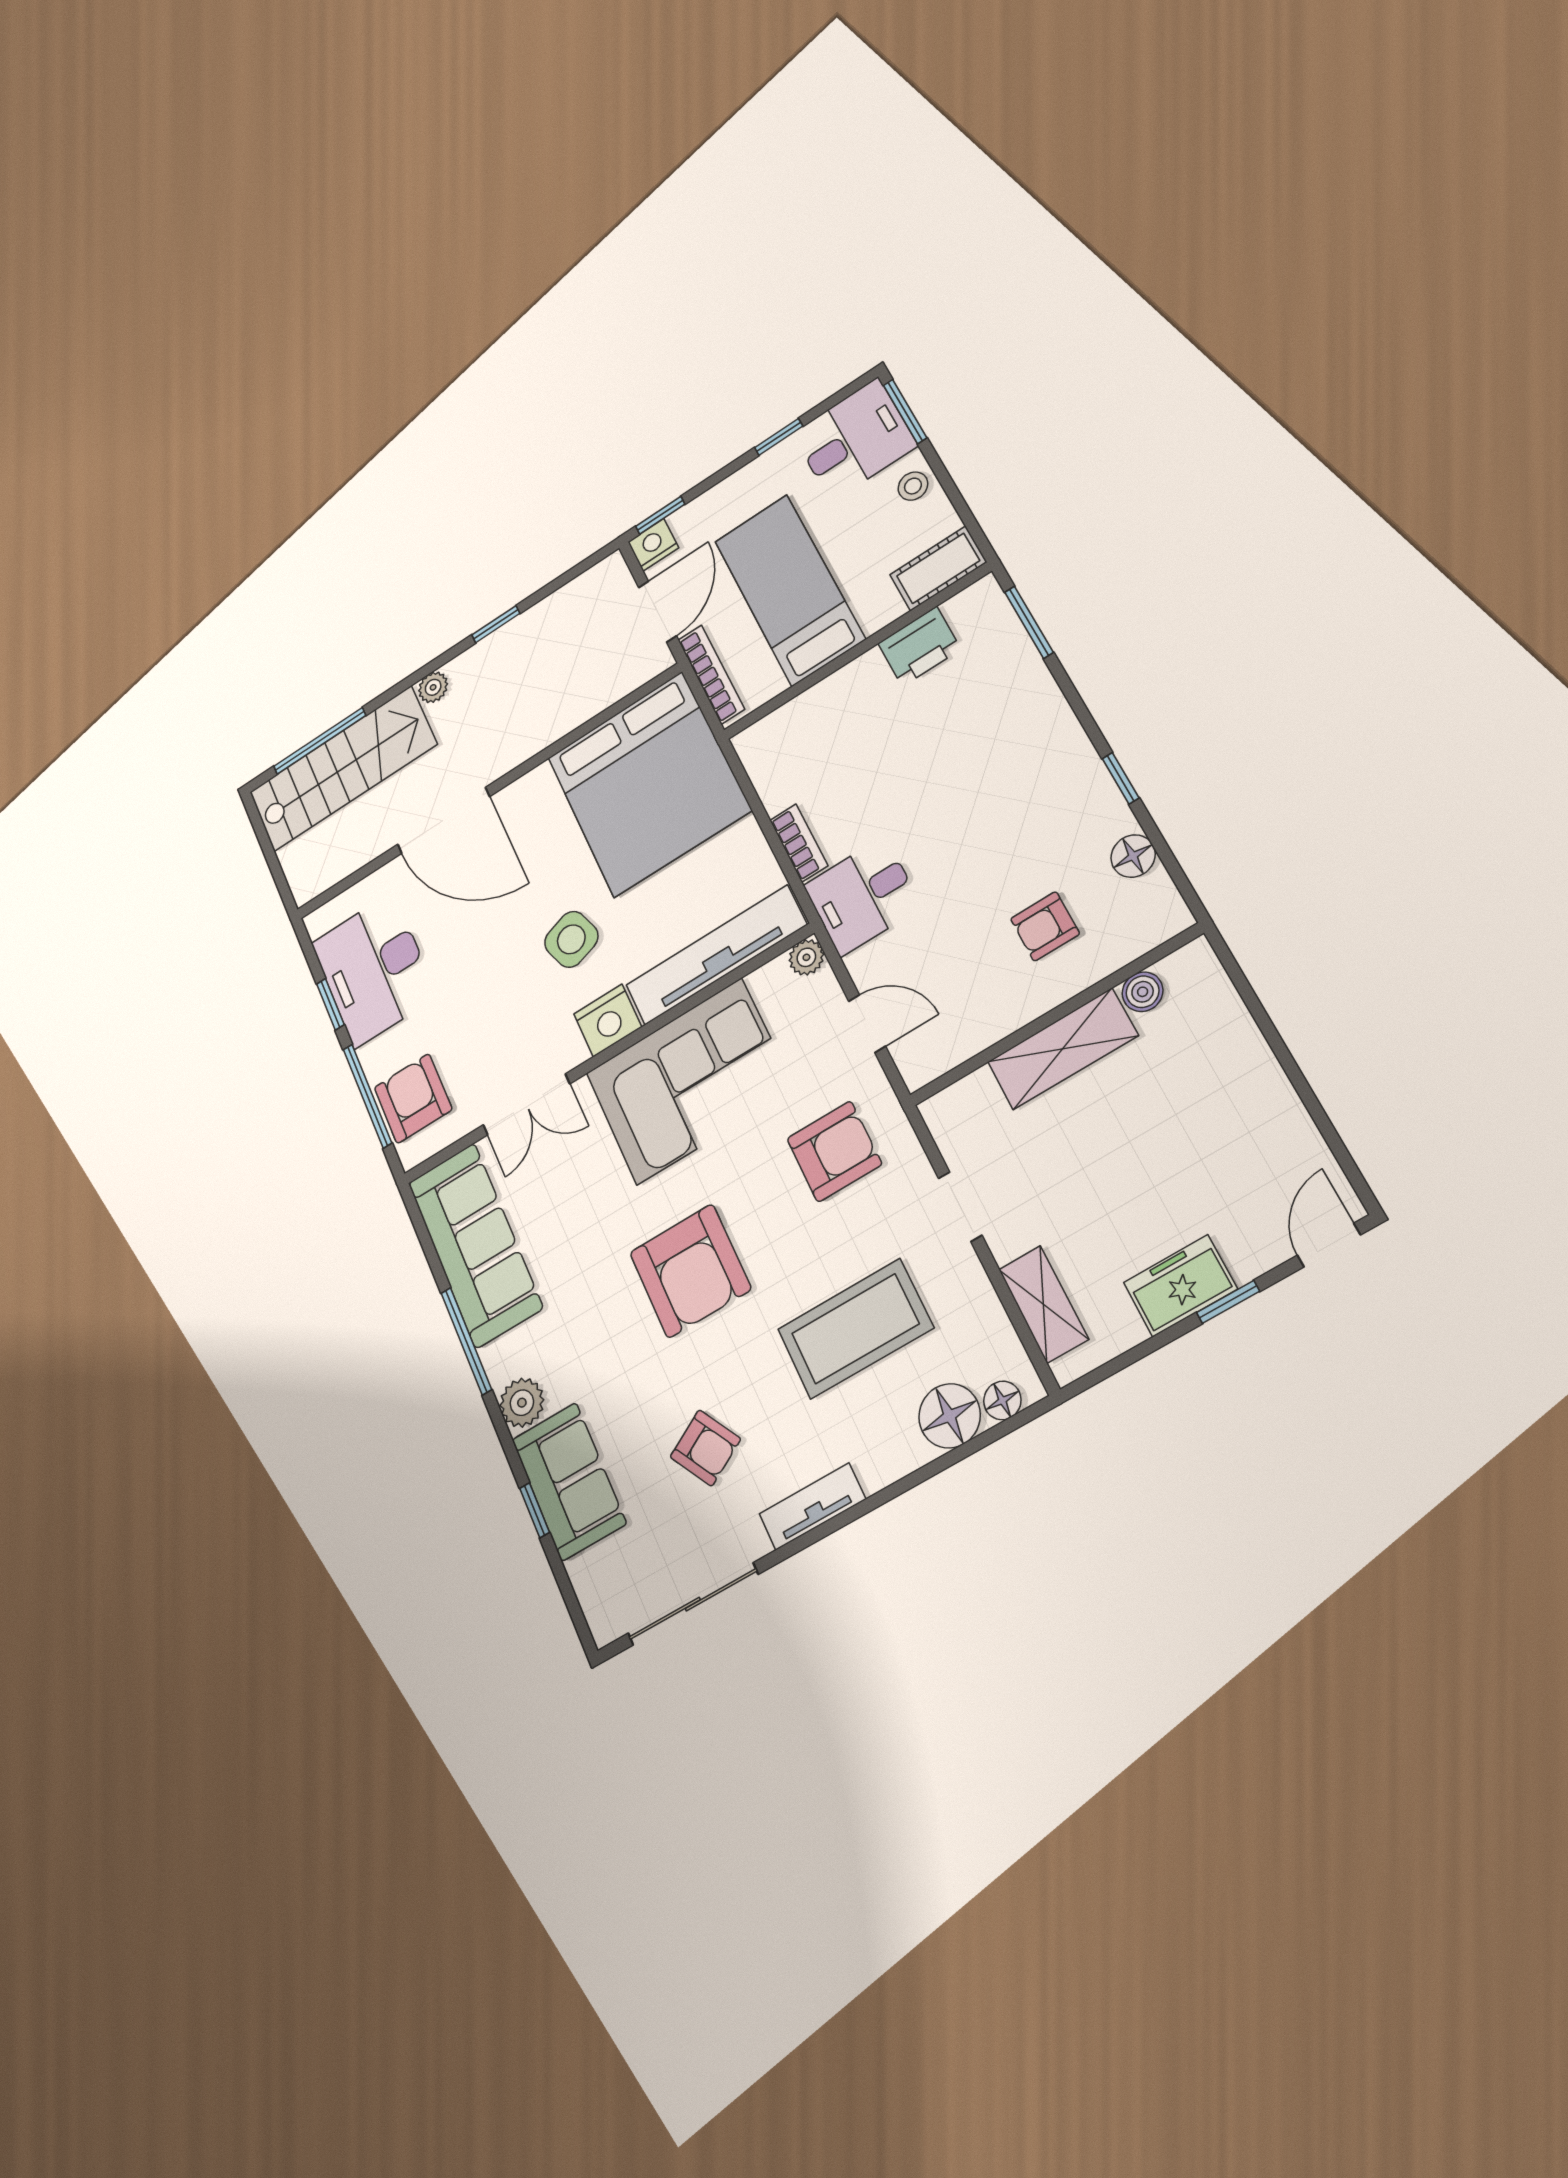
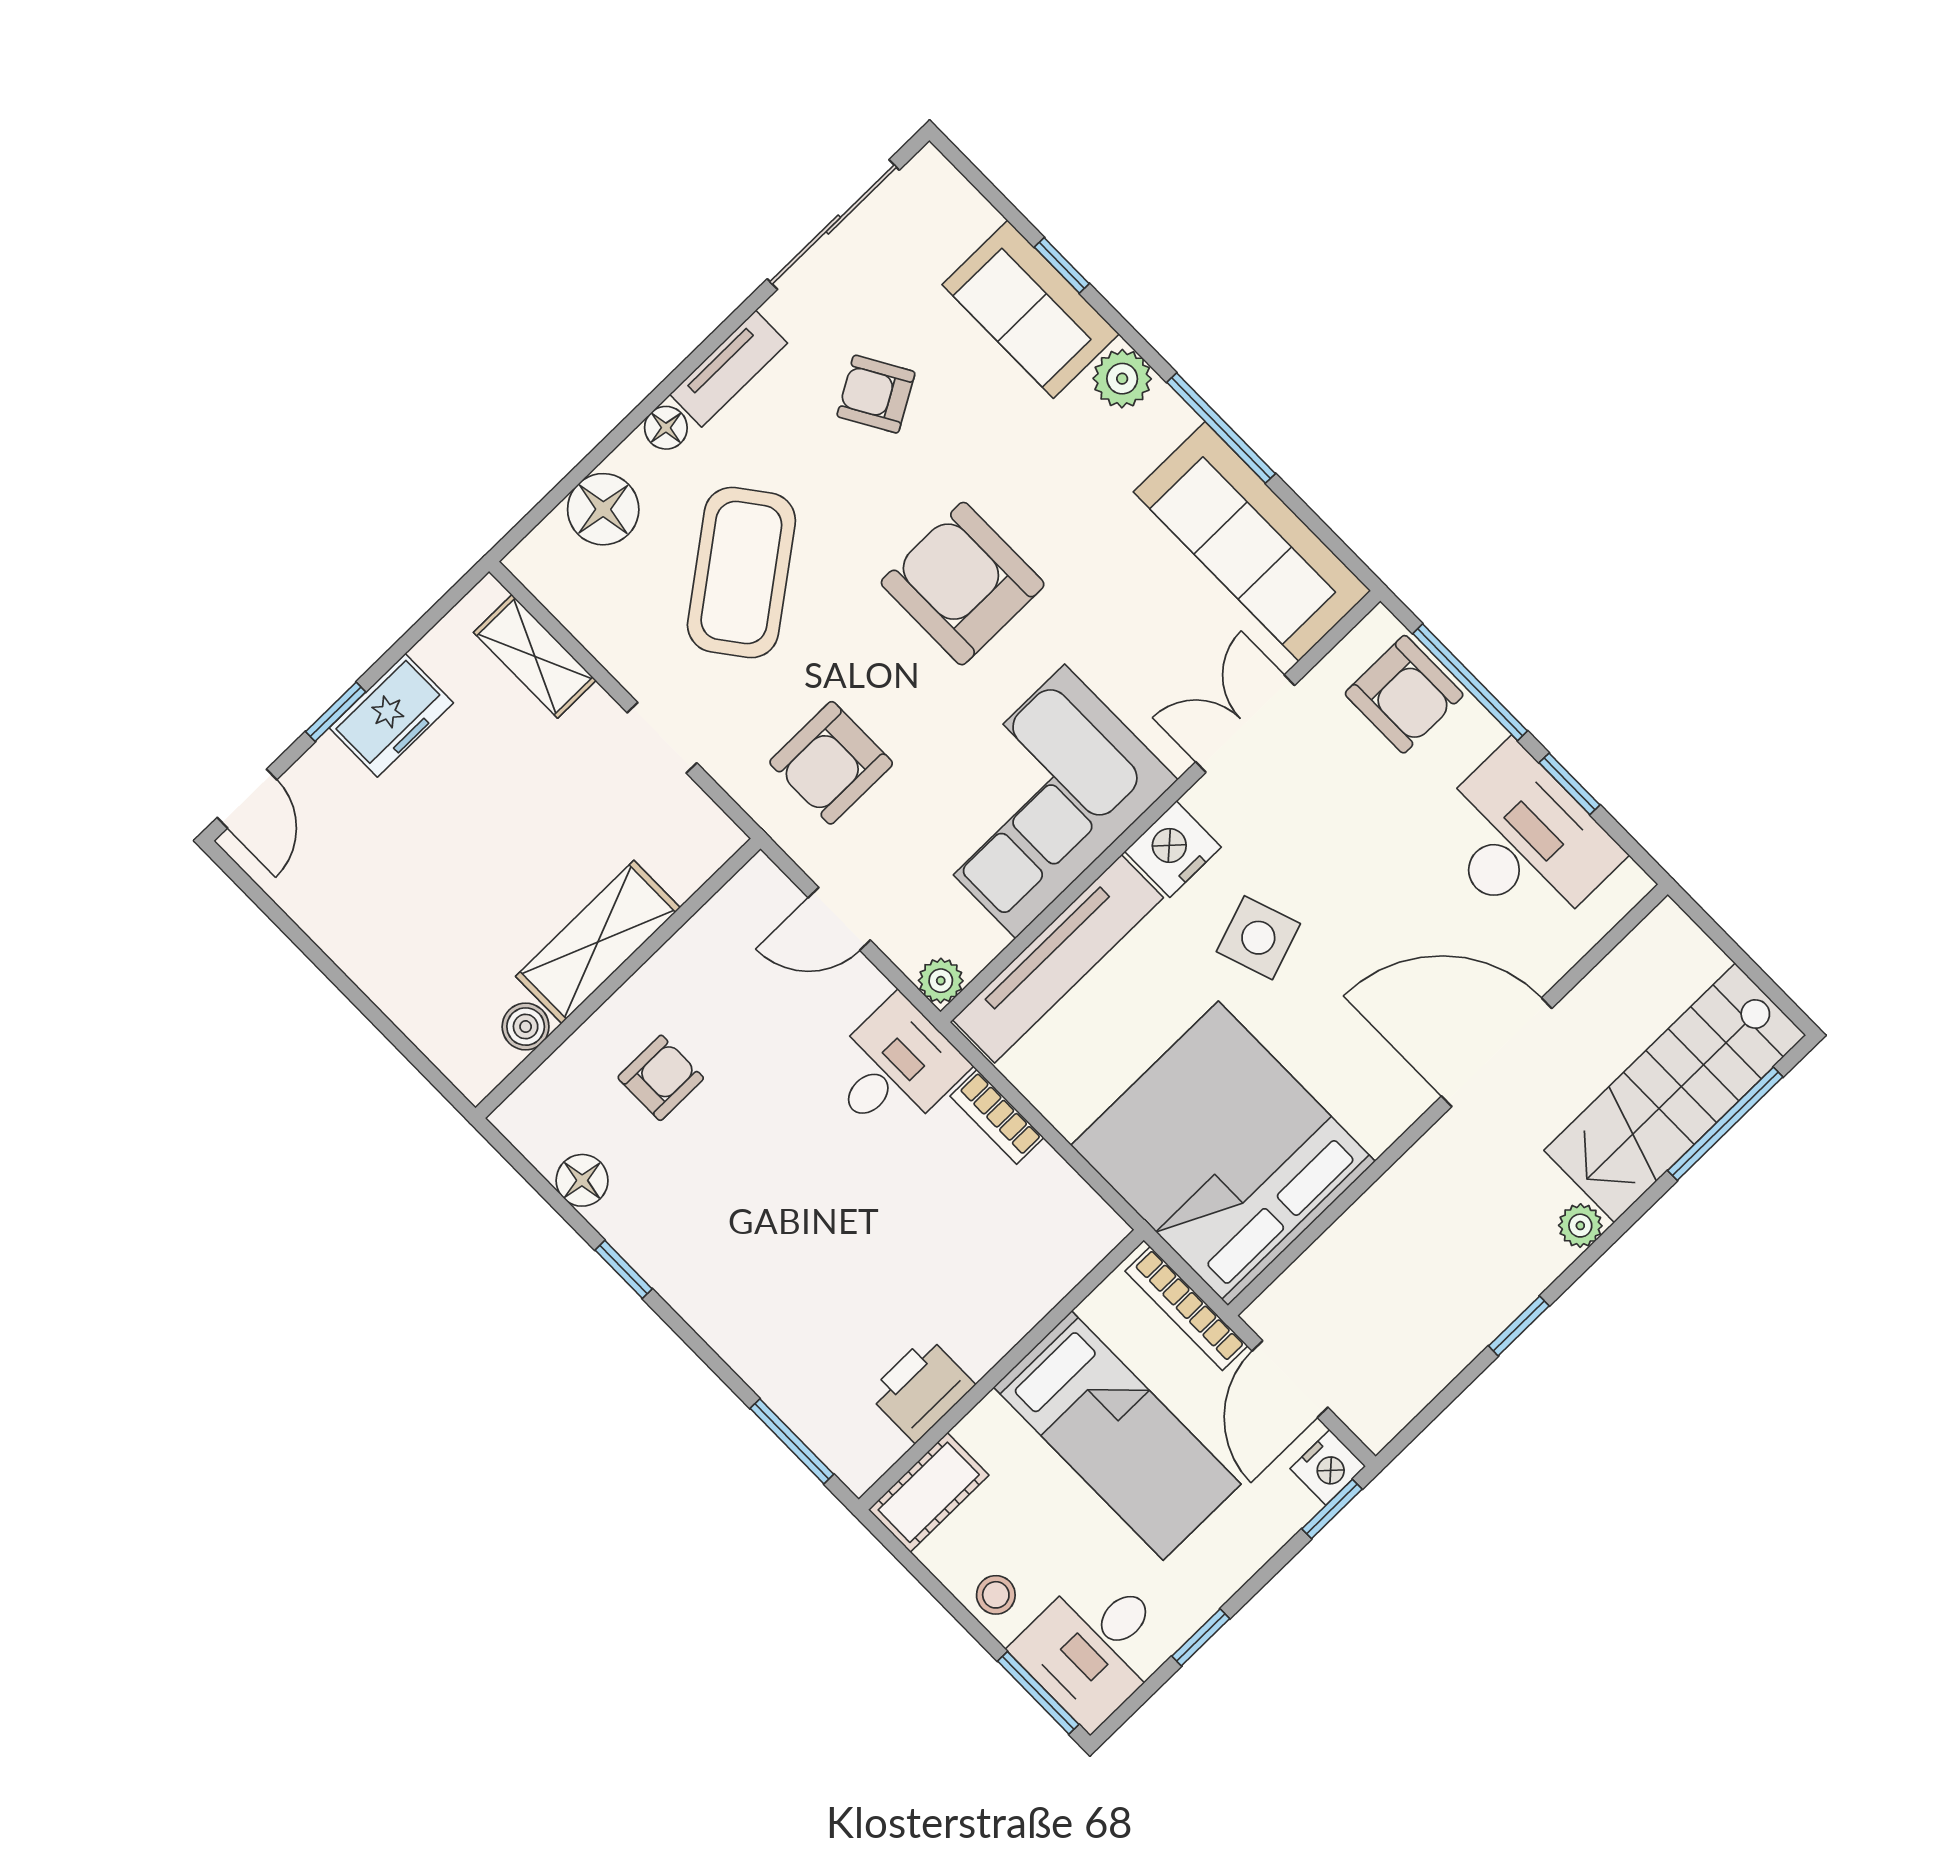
coffee table: (855, 1329) -> (741, 573), turned -37
floor lamp: (1002, 1400) -> (666, 428), moved

